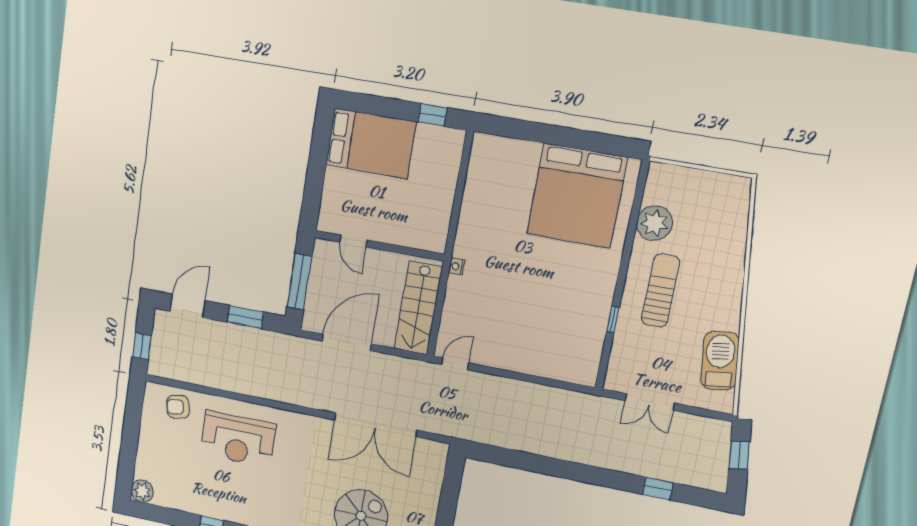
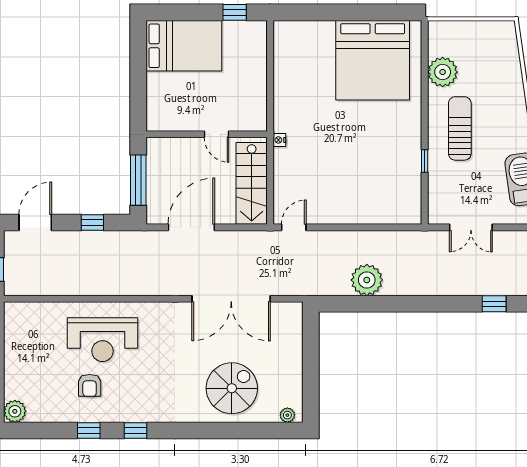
door: (353, 241) -> (217, 134), moved
window: (245, 317) -> (92, 222), width x0.67
armchair: (178, 407) -> (90, 385), moved, turned -78
plant: (523, 435) -> (367, 280), added

